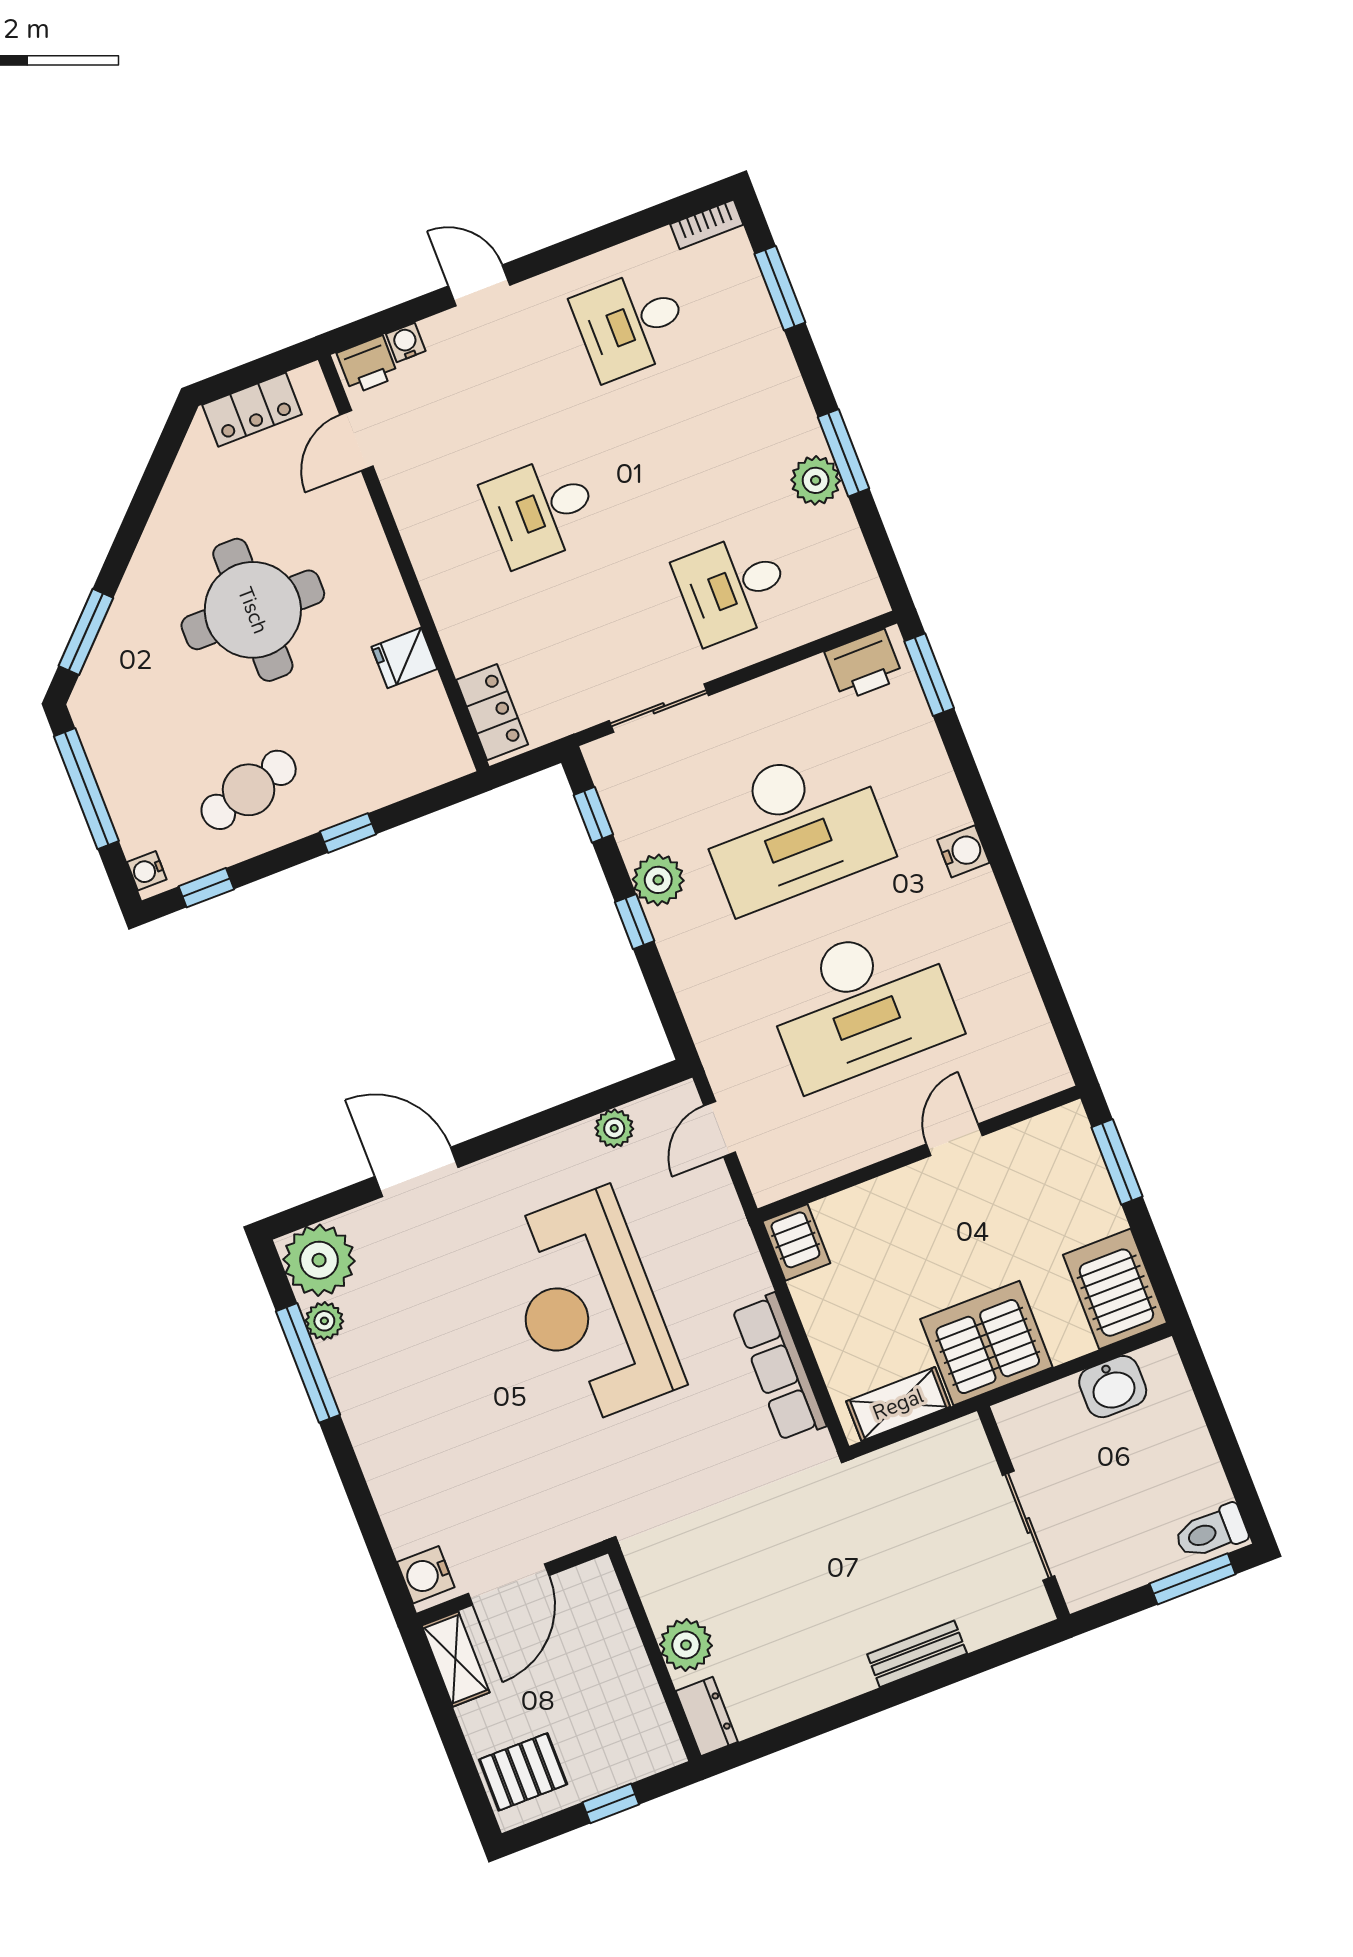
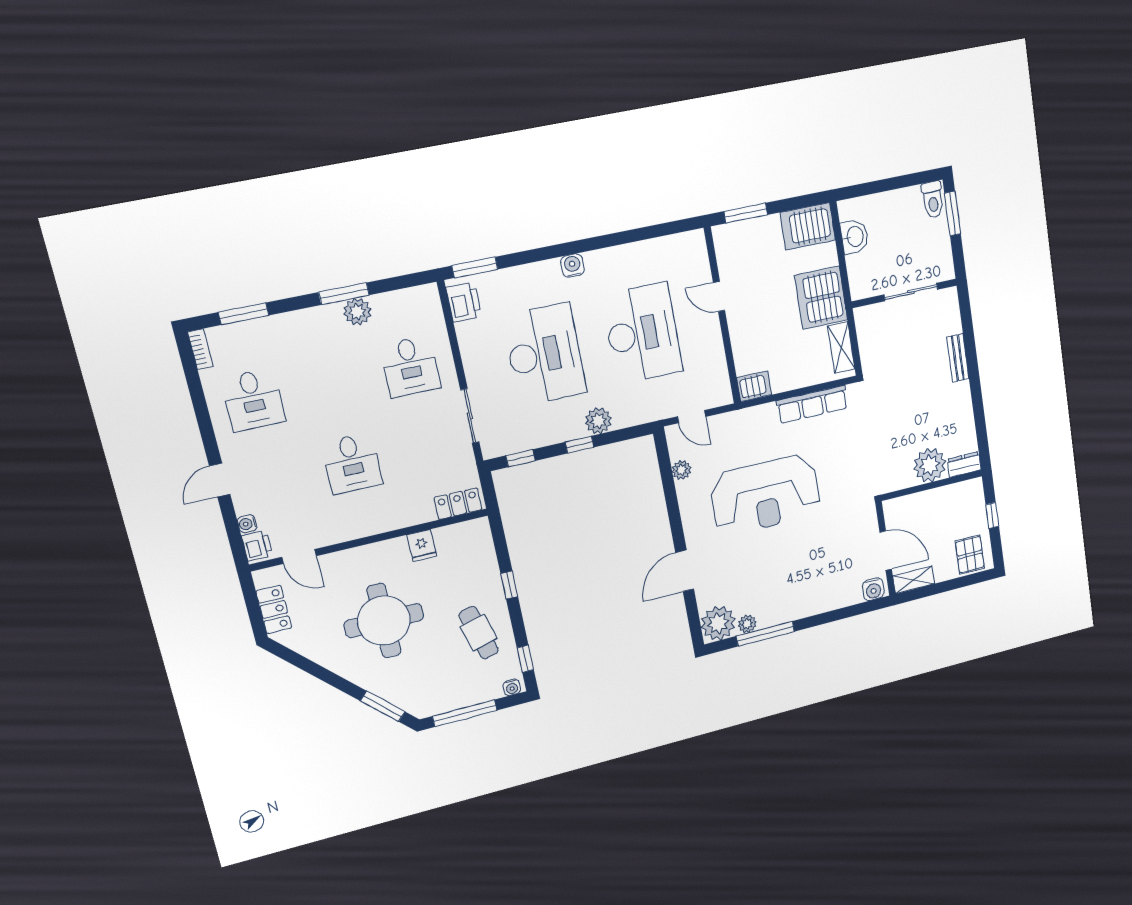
plant: (658, 880) -> (598, 421), moved
plant: (686, 1645) -> (930, 465), width x1.36, depth x1.36

